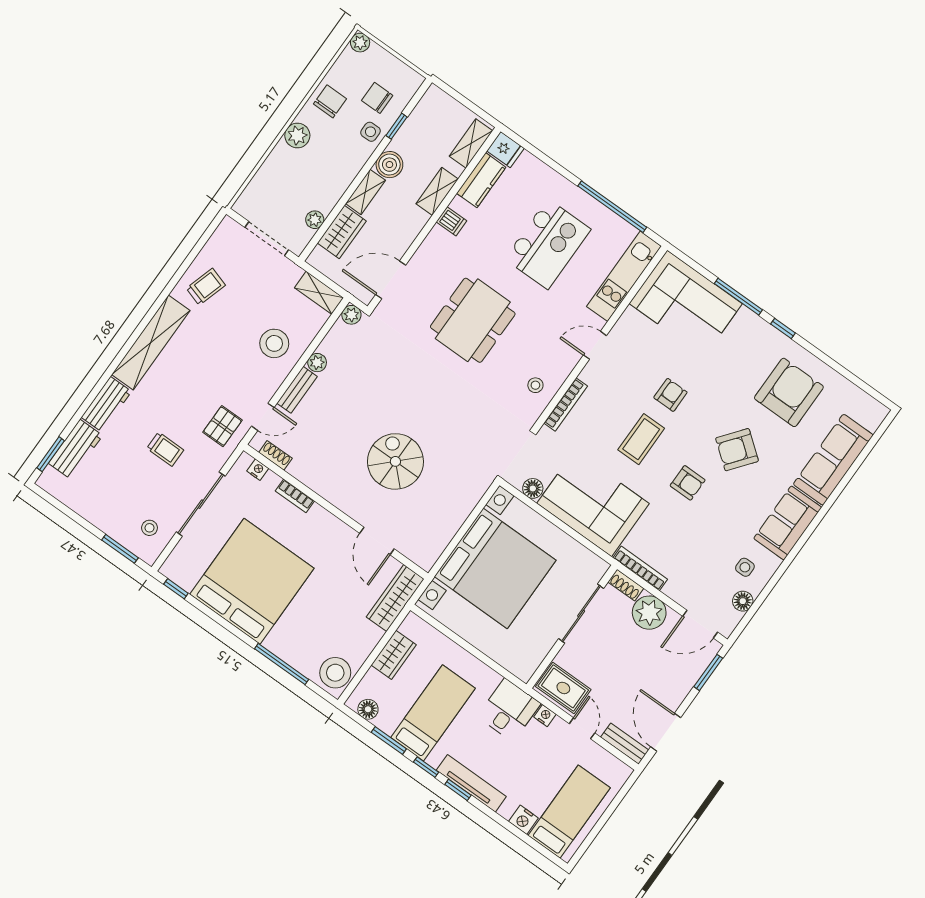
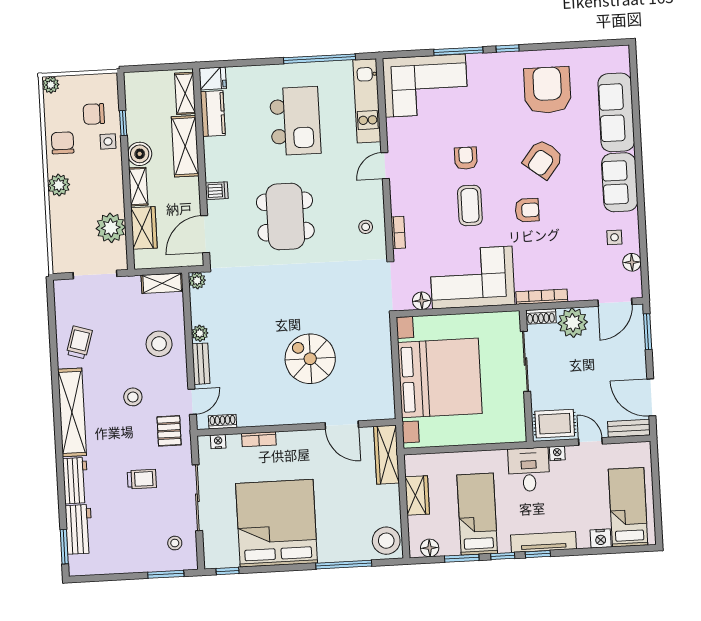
shelving: (437, 191) -> (185, 146), width x1.50, depth x1.33
plant: (315, 220) -> (111, 228), width x1.88, depth x1.88
dishwasher: (451, 221) -> (217, 191), moved
stool: (215, 372) -> (133, 397), added
bookcase: (566, 405) -> (398, 233), width x0.64

